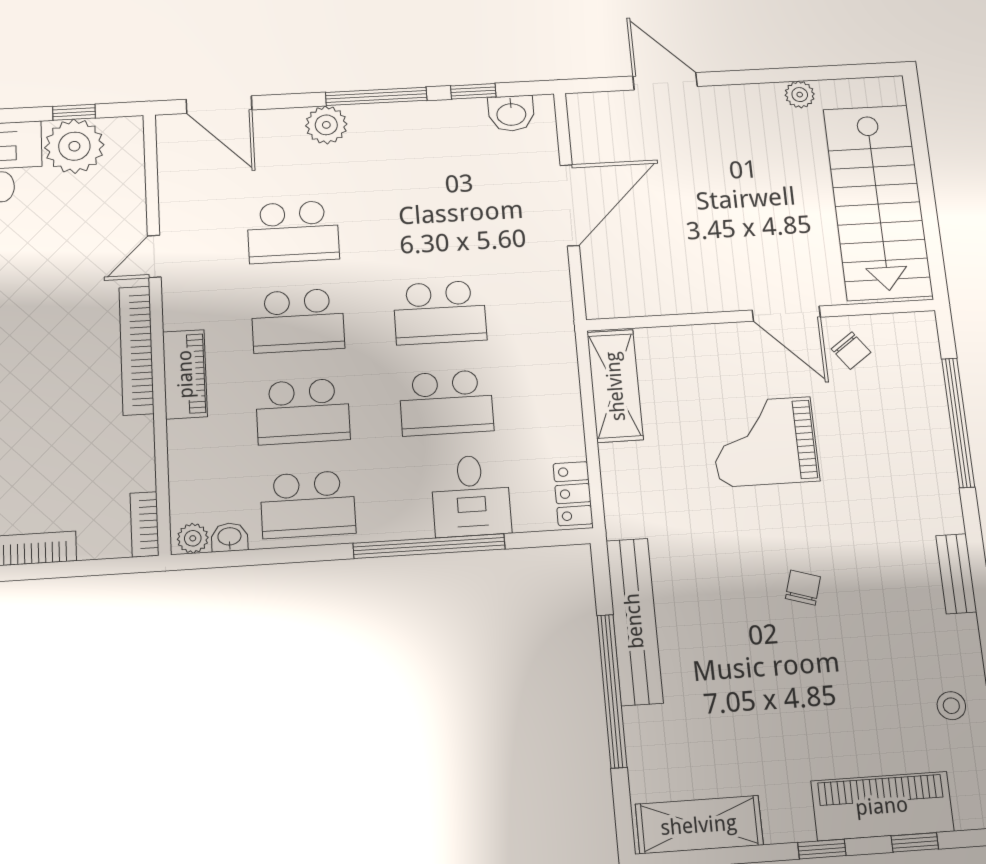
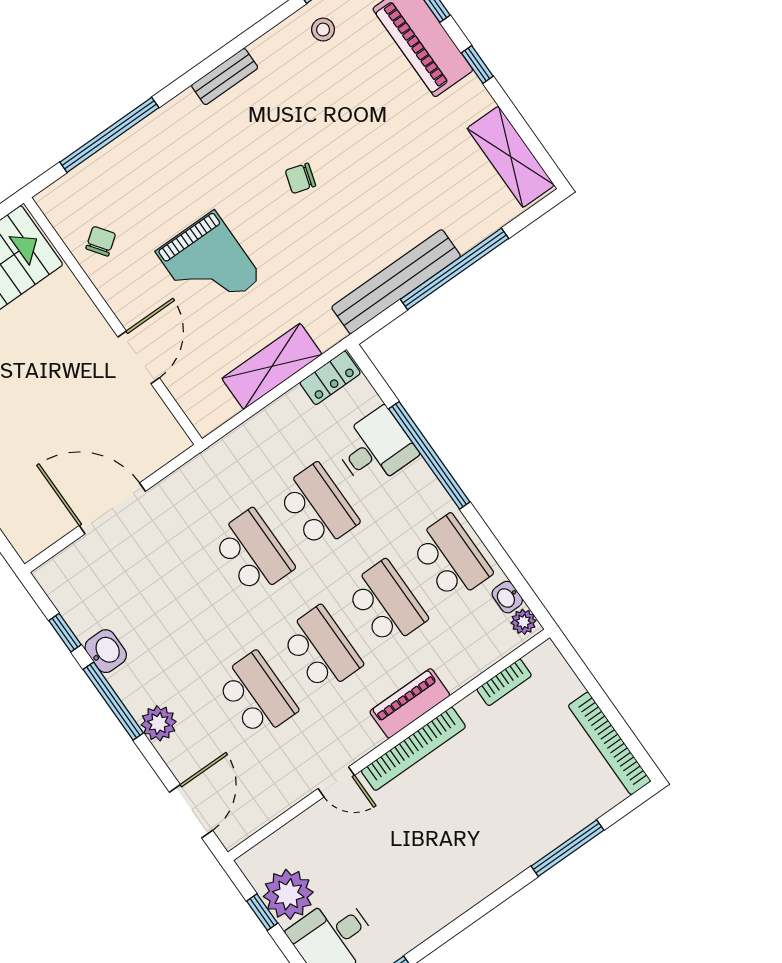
washbasin: (511, 113) -> (106, 651), moved
door: (786, 314) -> (139, 357), moved
shelving: (615, 386) -> (272, 366), moved
bookcase: (145, 524) -> (504, 682), moved

